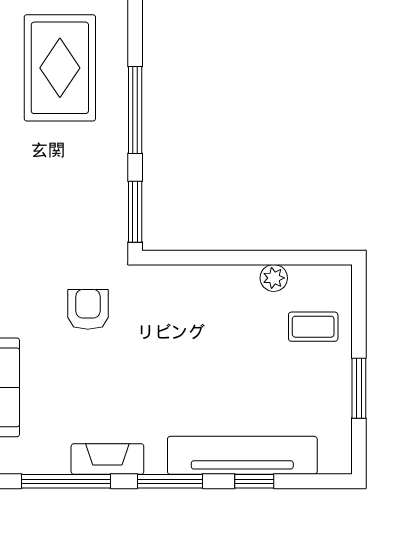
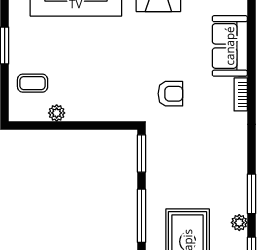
armchair: (88, 309) -> (170, 94), turned -90

